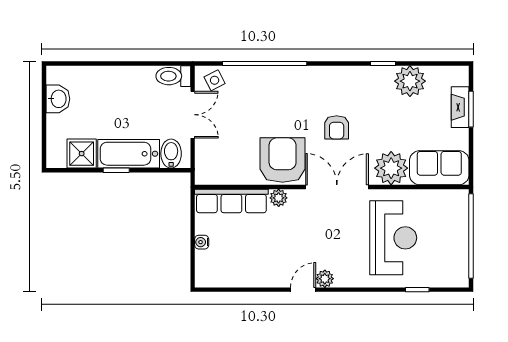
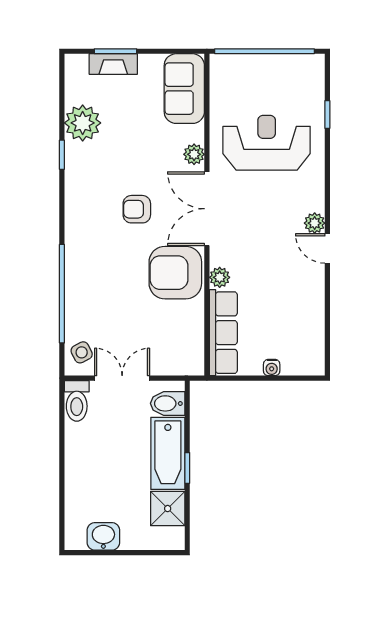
armchair: (337, 127) -> (137, 209), turned 180
plant: (391, 168) -> (194, 154), width x0.53, depth x0.53

